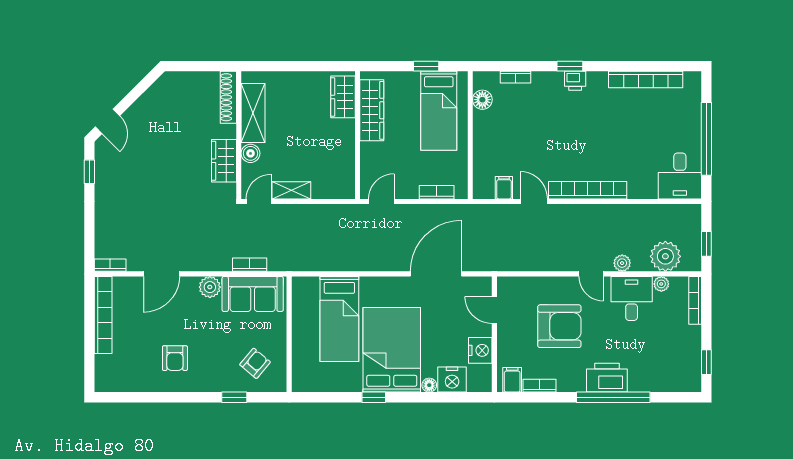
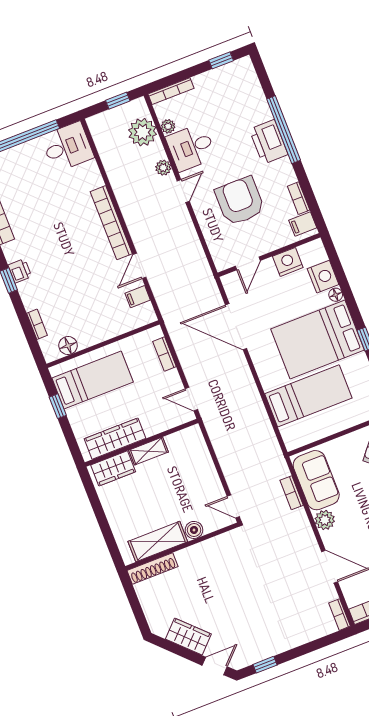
wardrobe: (224, 161) -> (188, 637), moved, turned -135
shelving: (291, 190) -> (149, 451), moved, turned 90

